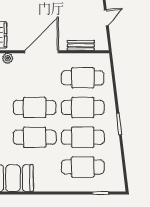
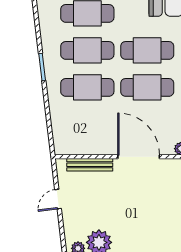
bench: (81, 45) -> (90, 165), width x1.36
door: (41, 52) -> (139, 157), swing flipped
cafe table: (83, 78) -> (87, 124), removed

